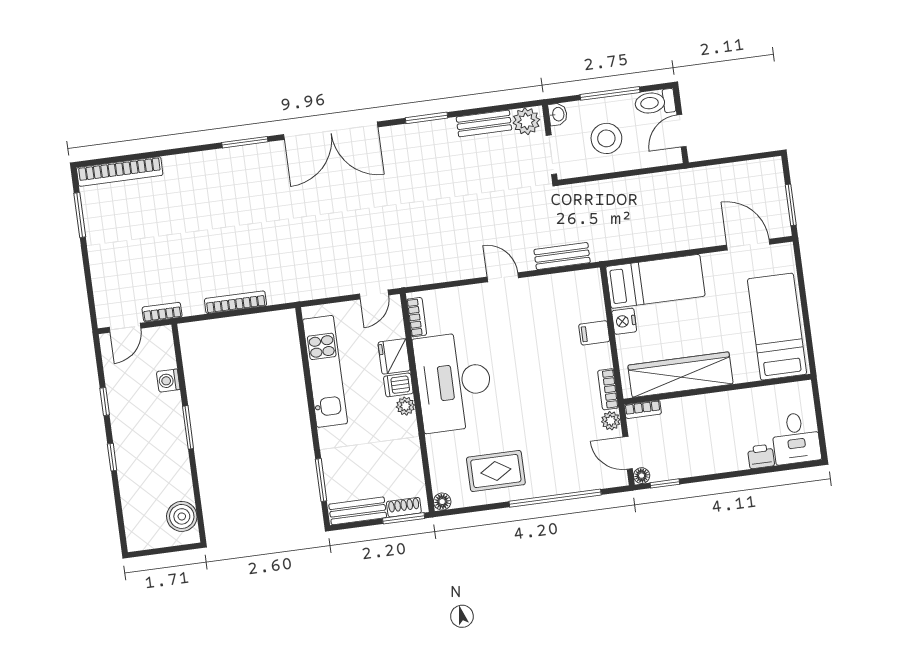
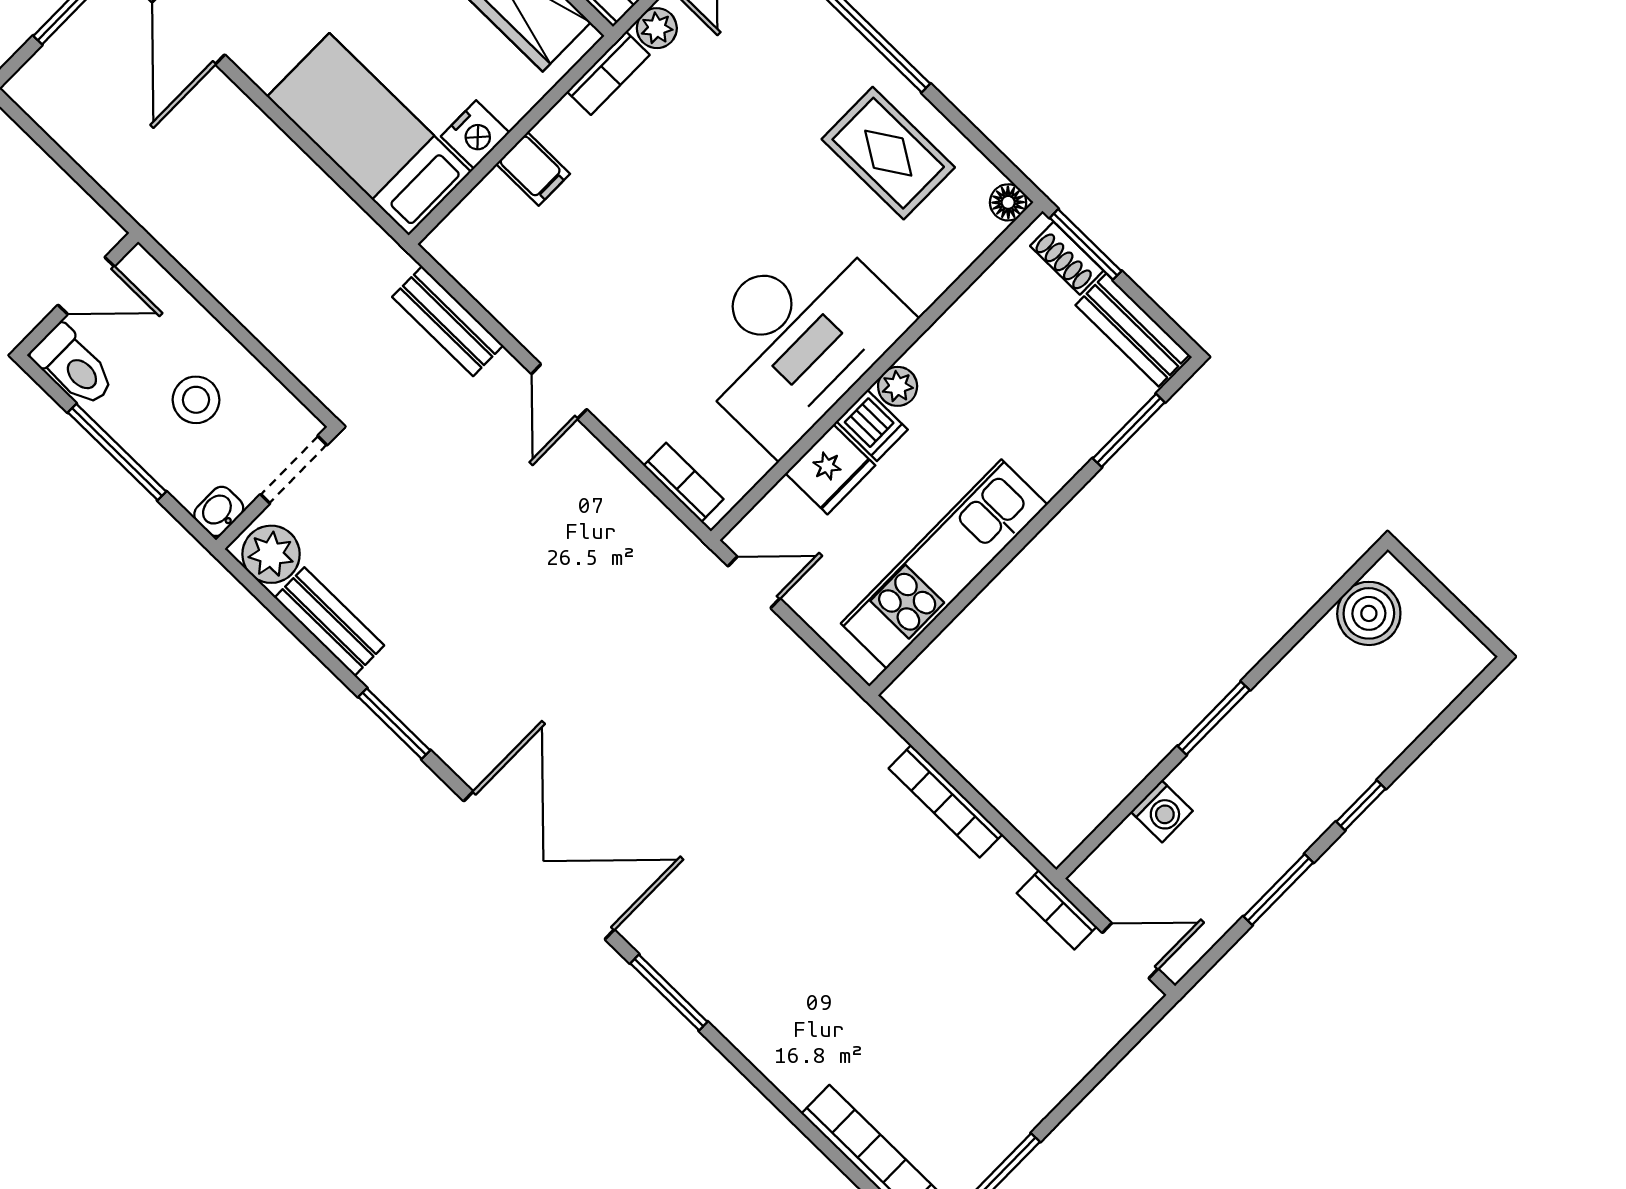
stool: (606, 138) -> (196, 400), width x0.73, depth x0.73
bookcase: (417, 317) -> (684, 482), moved, turned 90
window: (105, 401) -> (1278, 890), width x1.50

